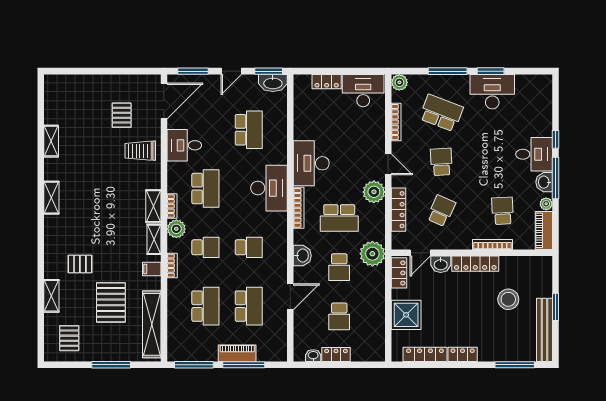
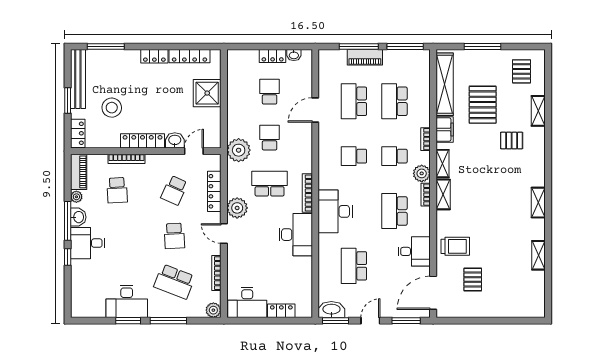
washbasin: (302, 256) -> (304, 148), removed
filing cabinet: (152, 269) -> (445, 129), width x2.00
locker: (399, 273) -> (78, 133), moved, turned 180

